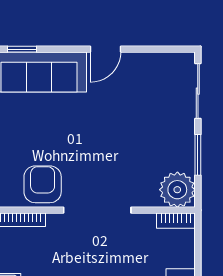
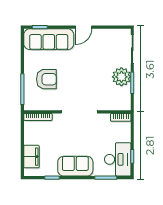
armchair: (43, 184) -> (46, 79), moved, turned 90
plant: (177, 190) -> (121, 77), moved

